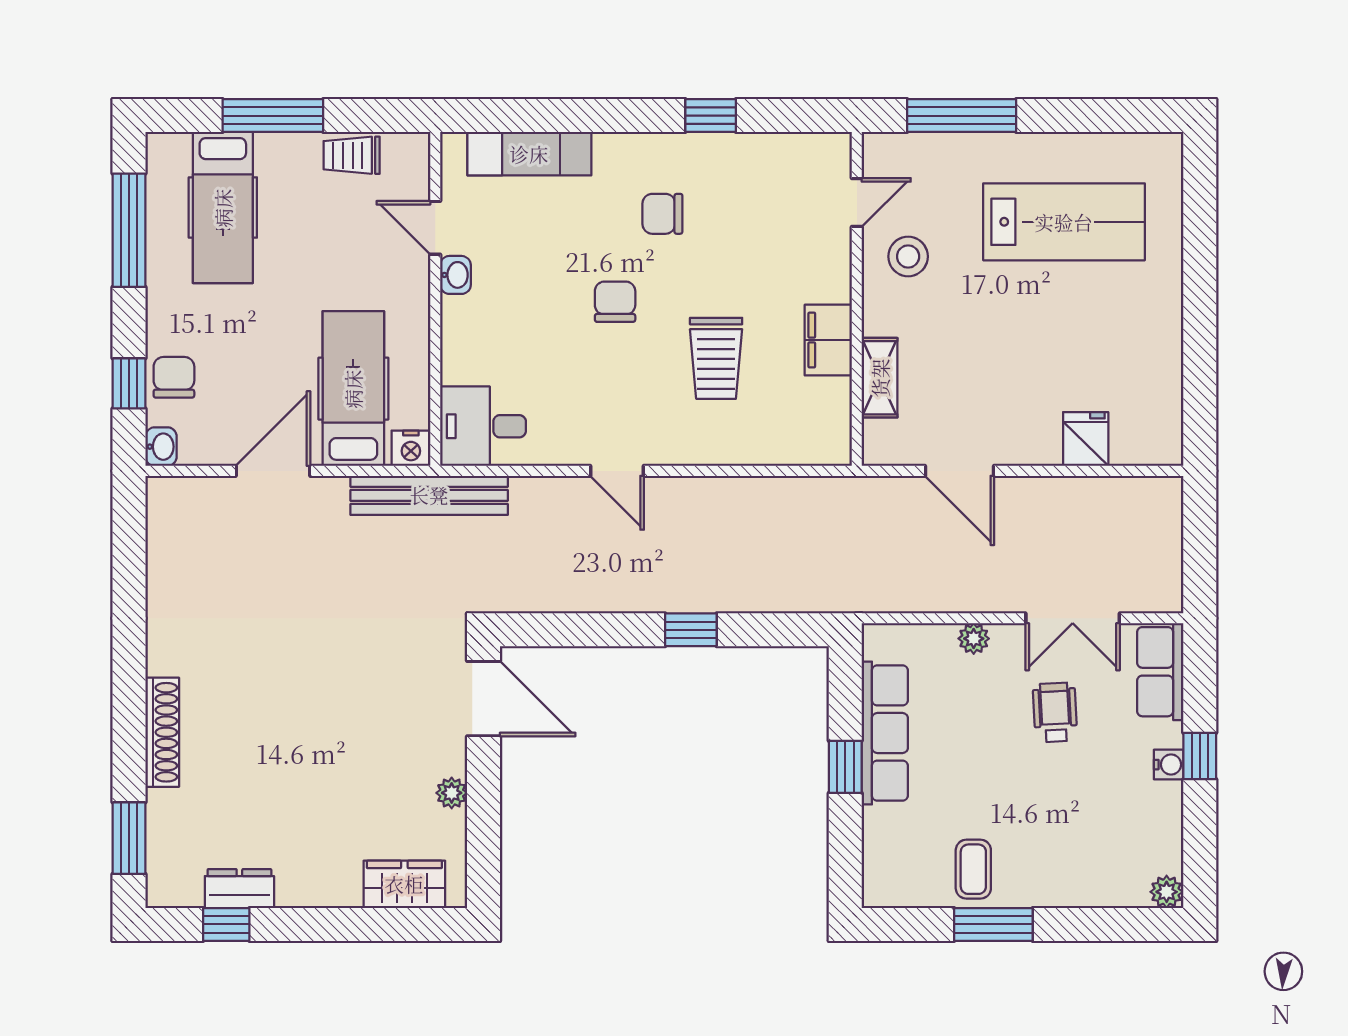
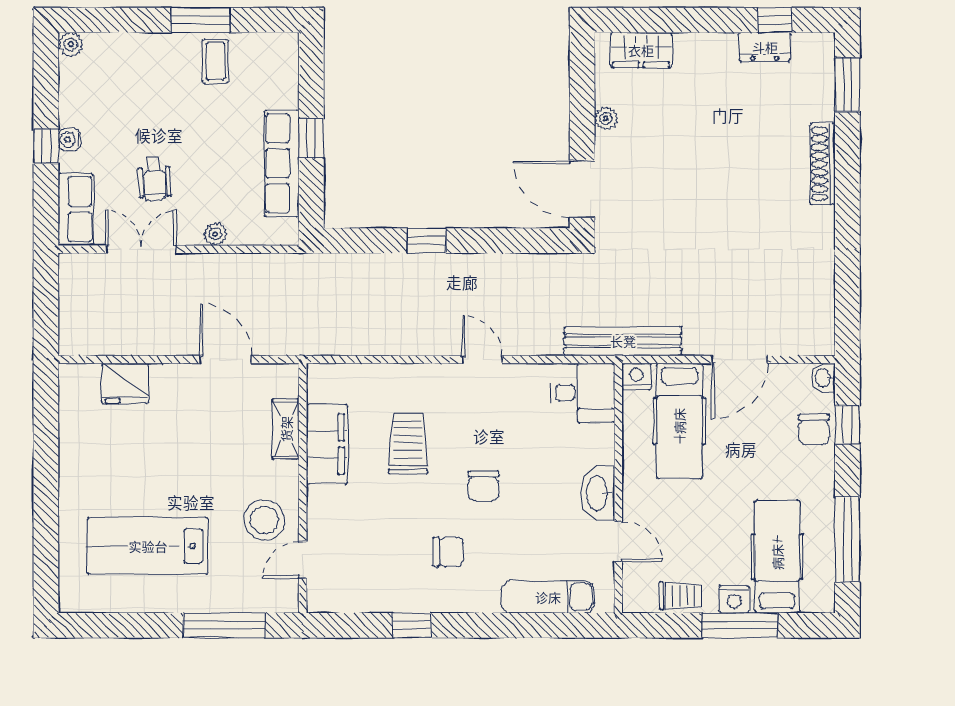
nightstand: (280, 150) -> (734, 599), added
stool: (908, 256) -> (264, 520), width x1.38, depth x1.38
washbasin: (455, 275) -> (598, 493), width x1.91, depth x1.45
filing cabinet: (828, 340) -> (327, 444), width x1.50, depth x1.17
fridge: (1086, 439) -> (125, 383), width x1.38

